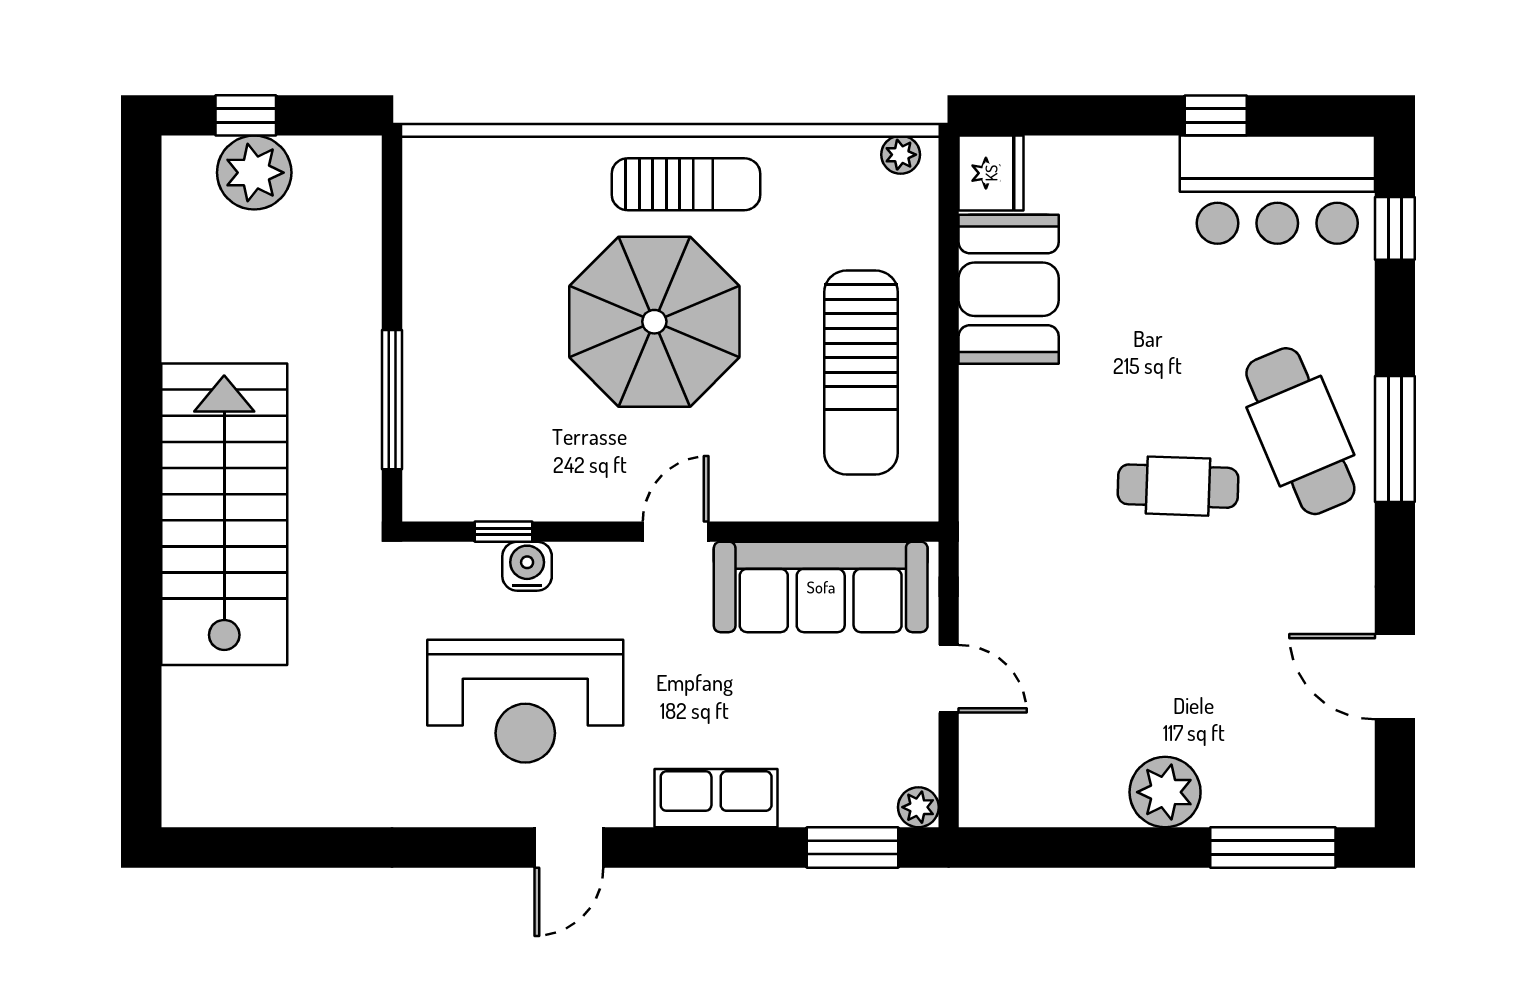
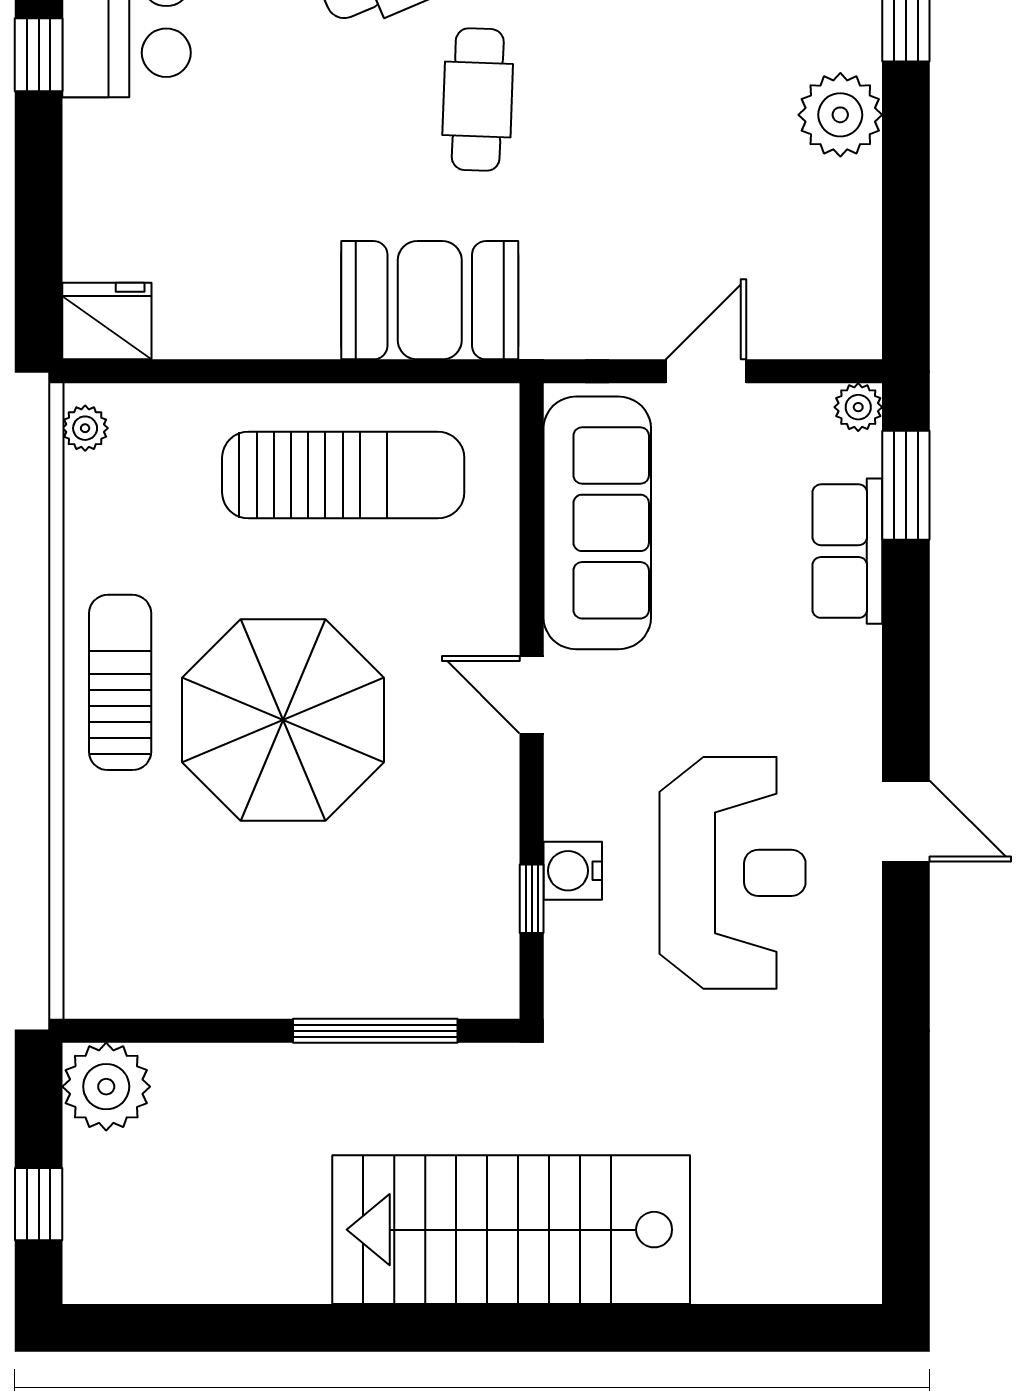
plant: (254, 173) -> (106, 1087), moved
booth: (1009, 289) -> (430, 300), moved
row of seats: (716, 798) -> (847, 551), moved

